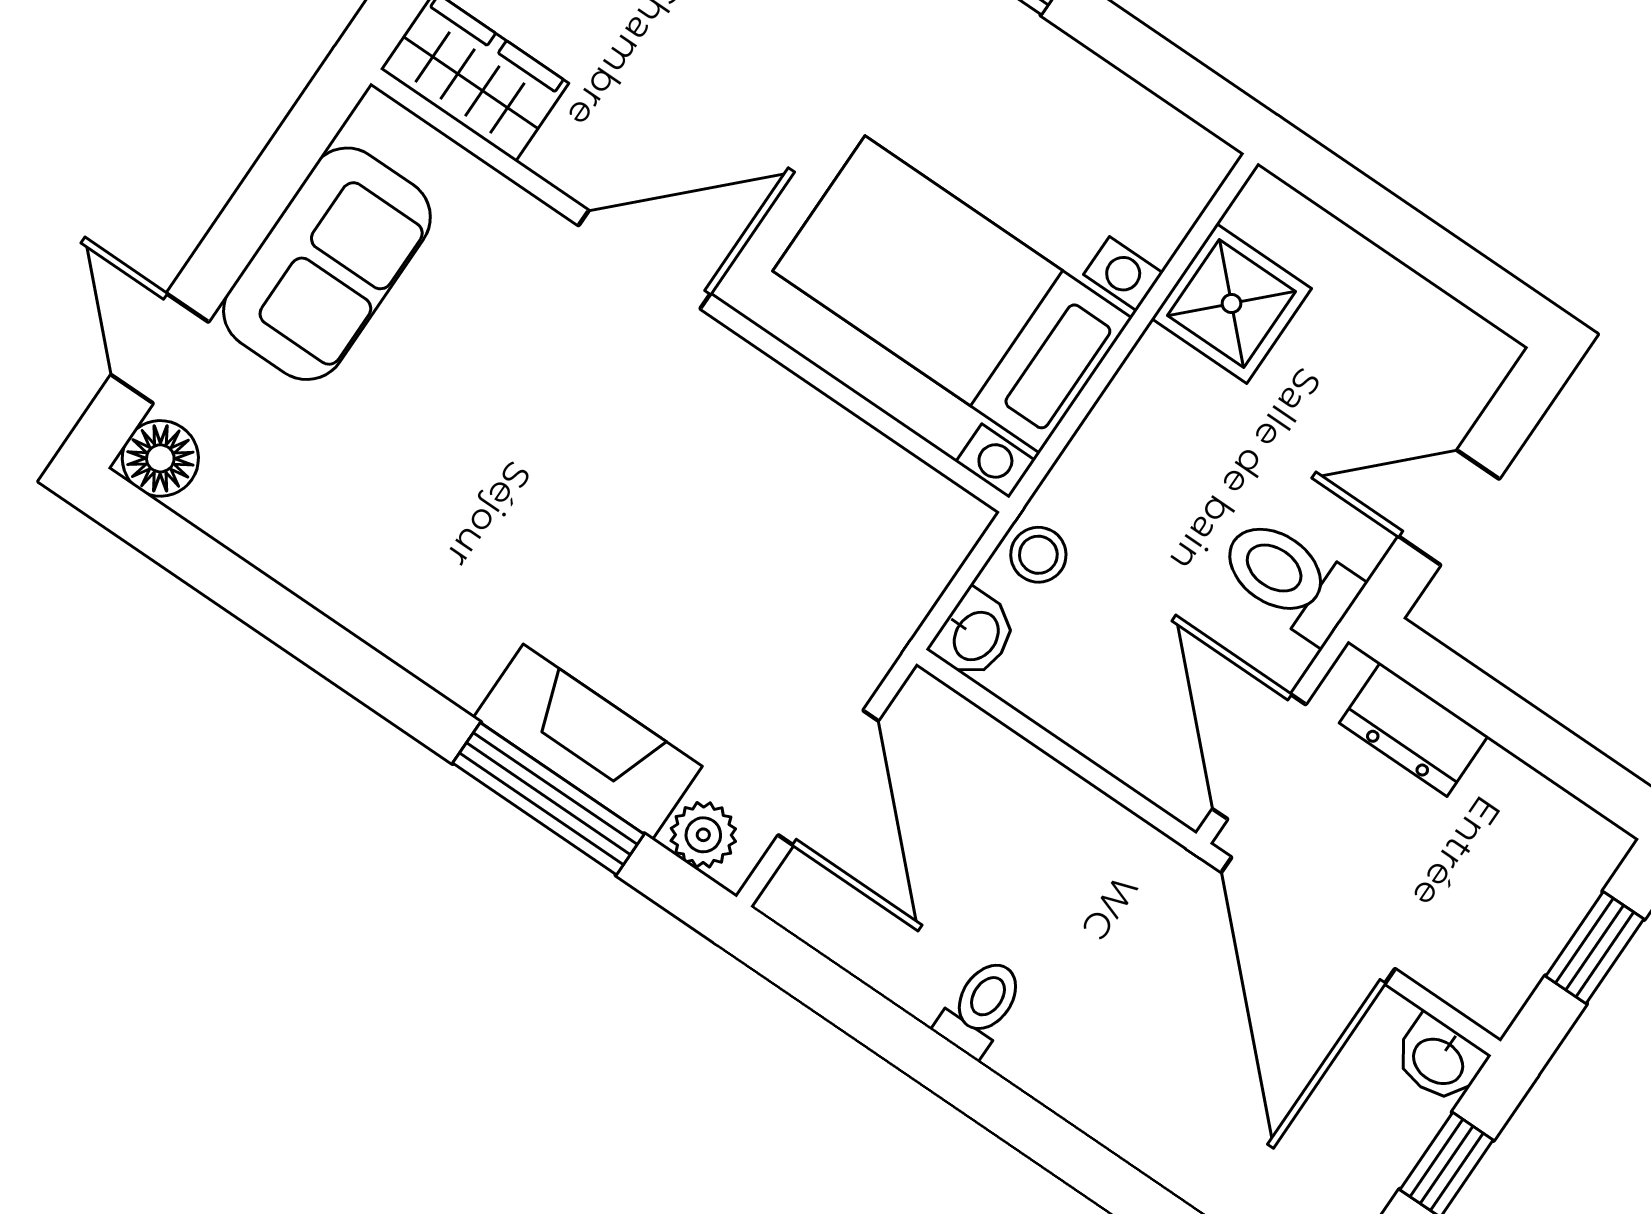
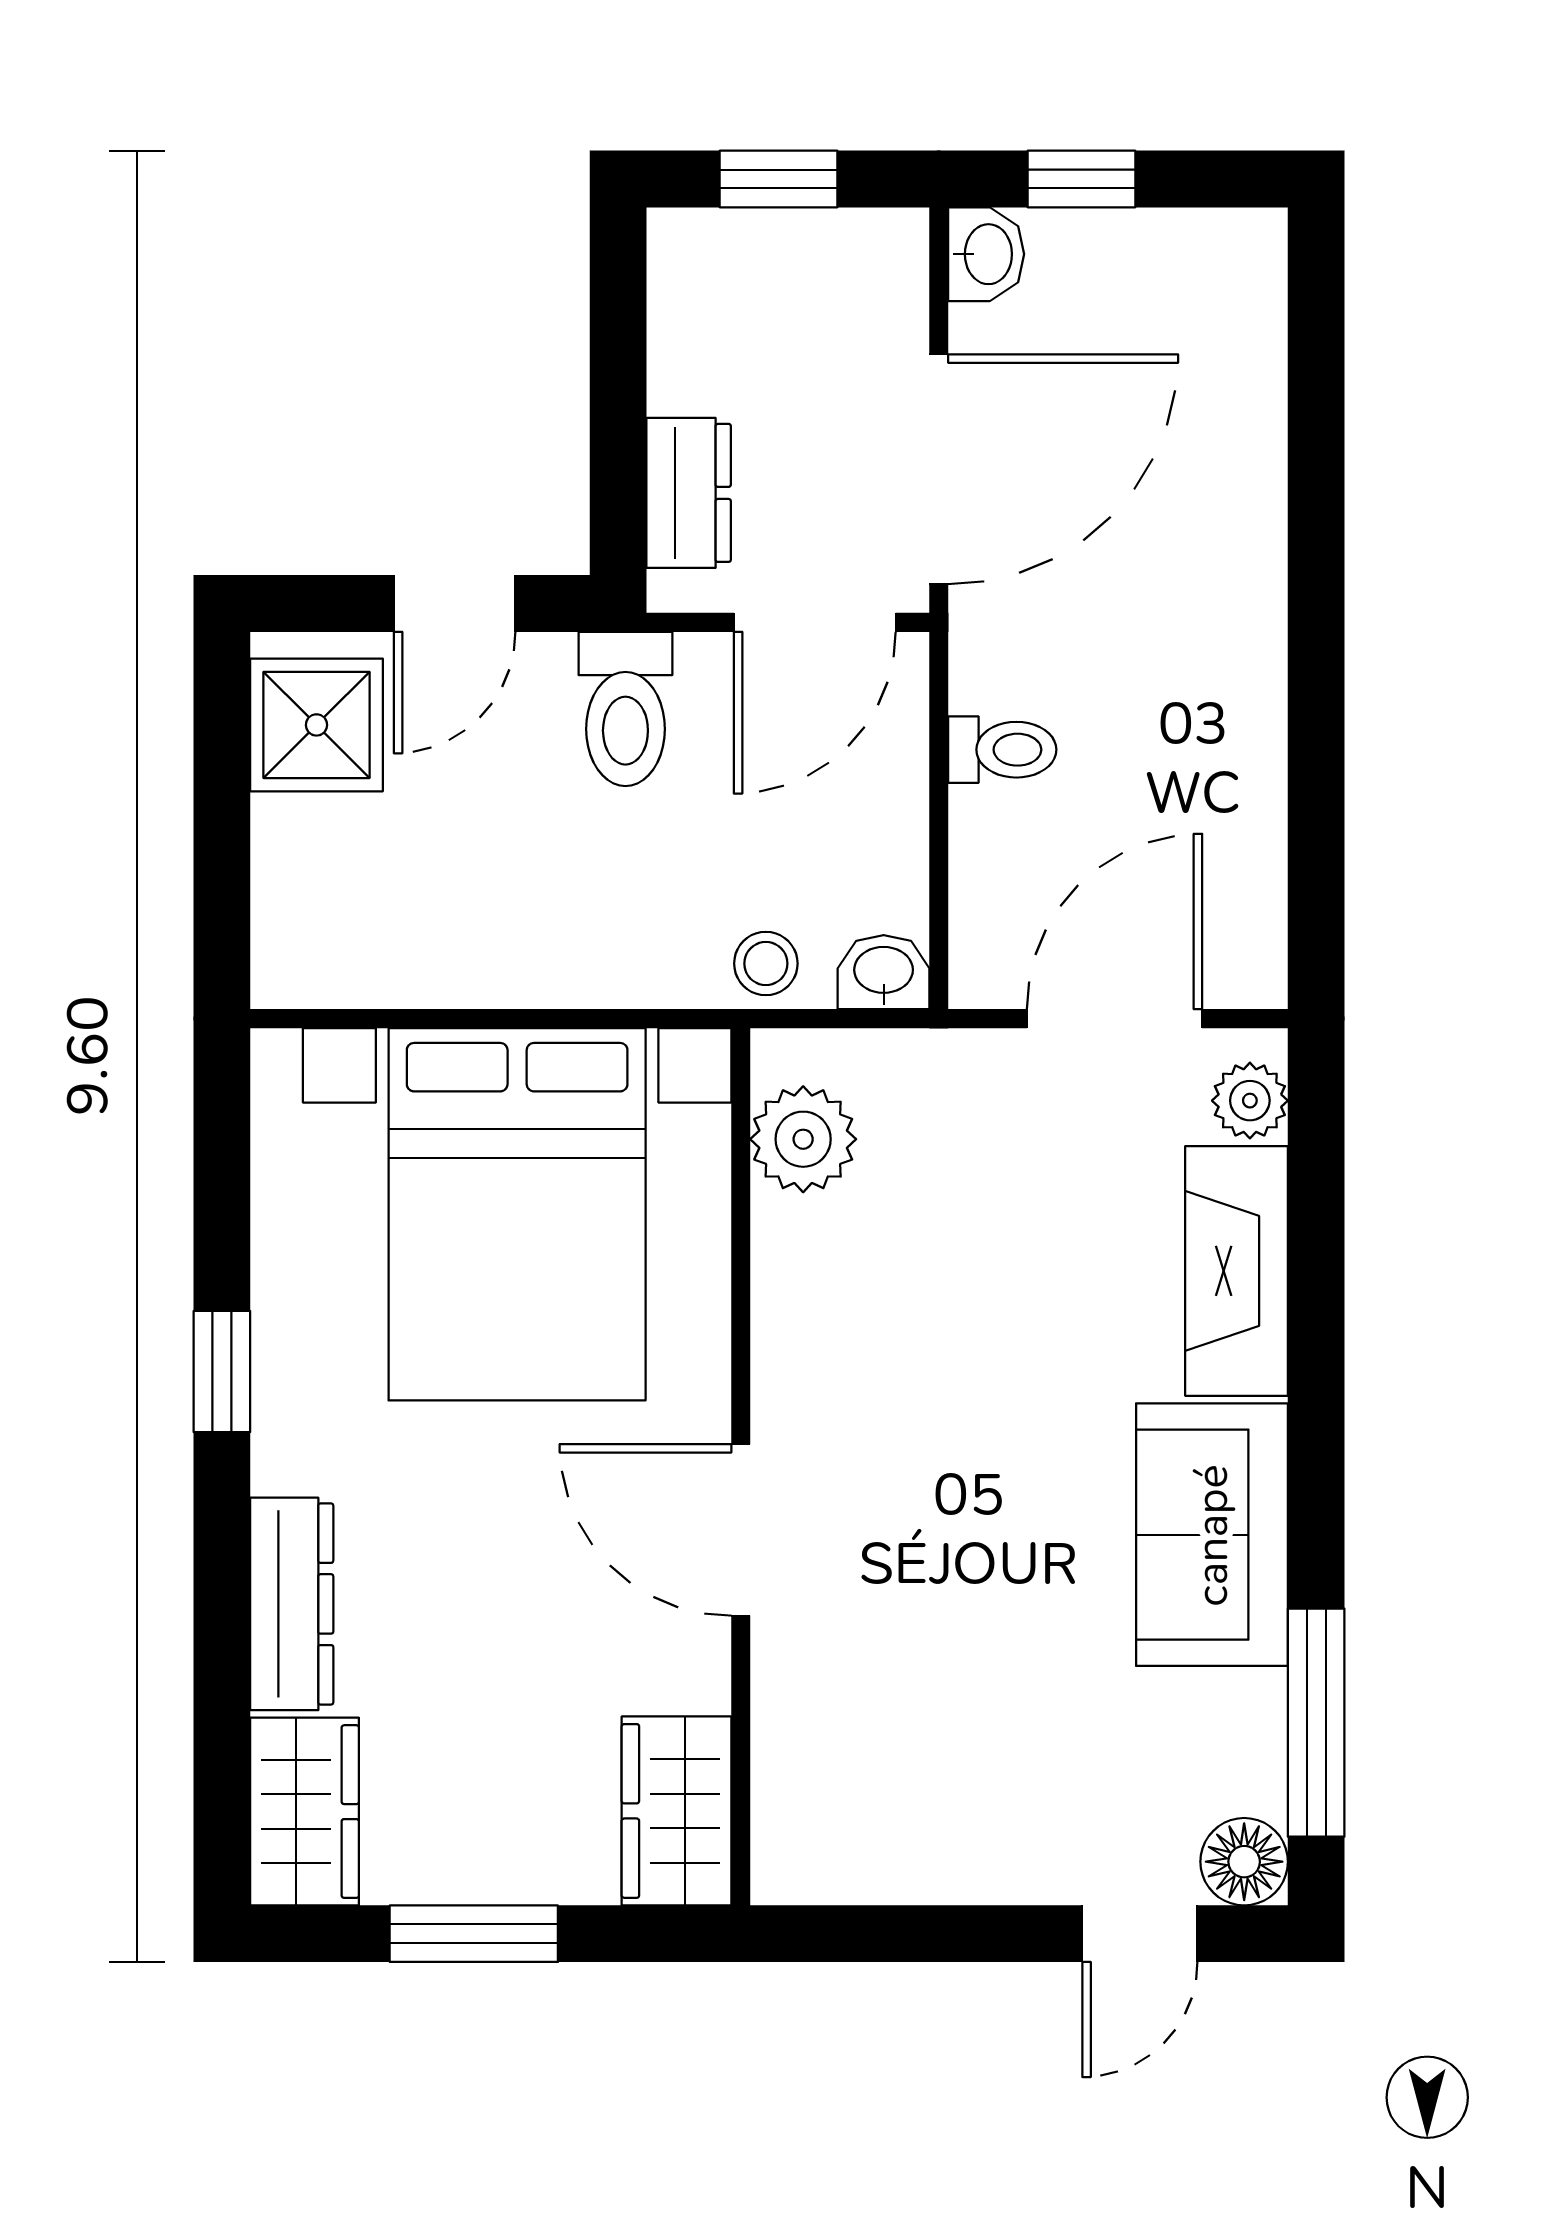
sofa: (327, 264) -> (1212, 1535), moved, turned -90
bed with nightstands: (952, 294) -> (517, 1214), width x1.36
shower: (1231, 304) -> (317, 725), moved
plant: (894, 496) -> (803, 1139), added
door: (1449, 508) -> (455, 603), hinge flipped
window: (548, 799) -> (1316, 1723), moved
toilet: (981, 1007) -> (1002, 750), moved, turned 180

